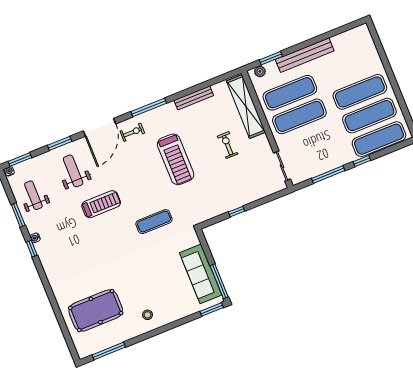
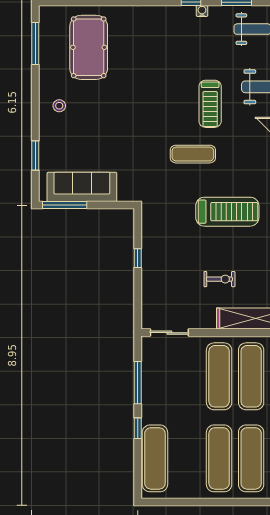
exercise mat: (369, 116) -> (251, 458), moved
treadmill: (176, 159) -> (227, 212), turned 180
exercise mat: (154, 222) -> (193, 154), moved, turned 90
window: (212, 309) -> (35, 156), moved

